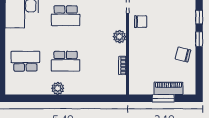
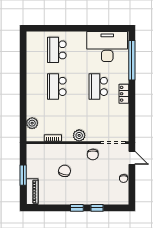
chair: (183, 55) -> (65, 171), moved
school desk: (25, 61) -> (57, 50), turned 180
plant: (58, 88) -> (32, 123), moved
piano: (168, 88) -> (32, 192), moved

